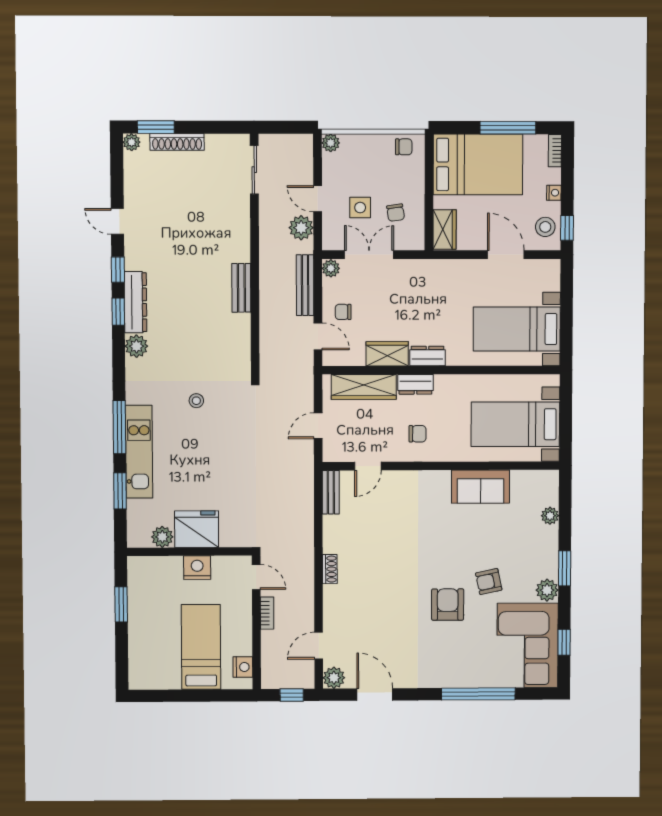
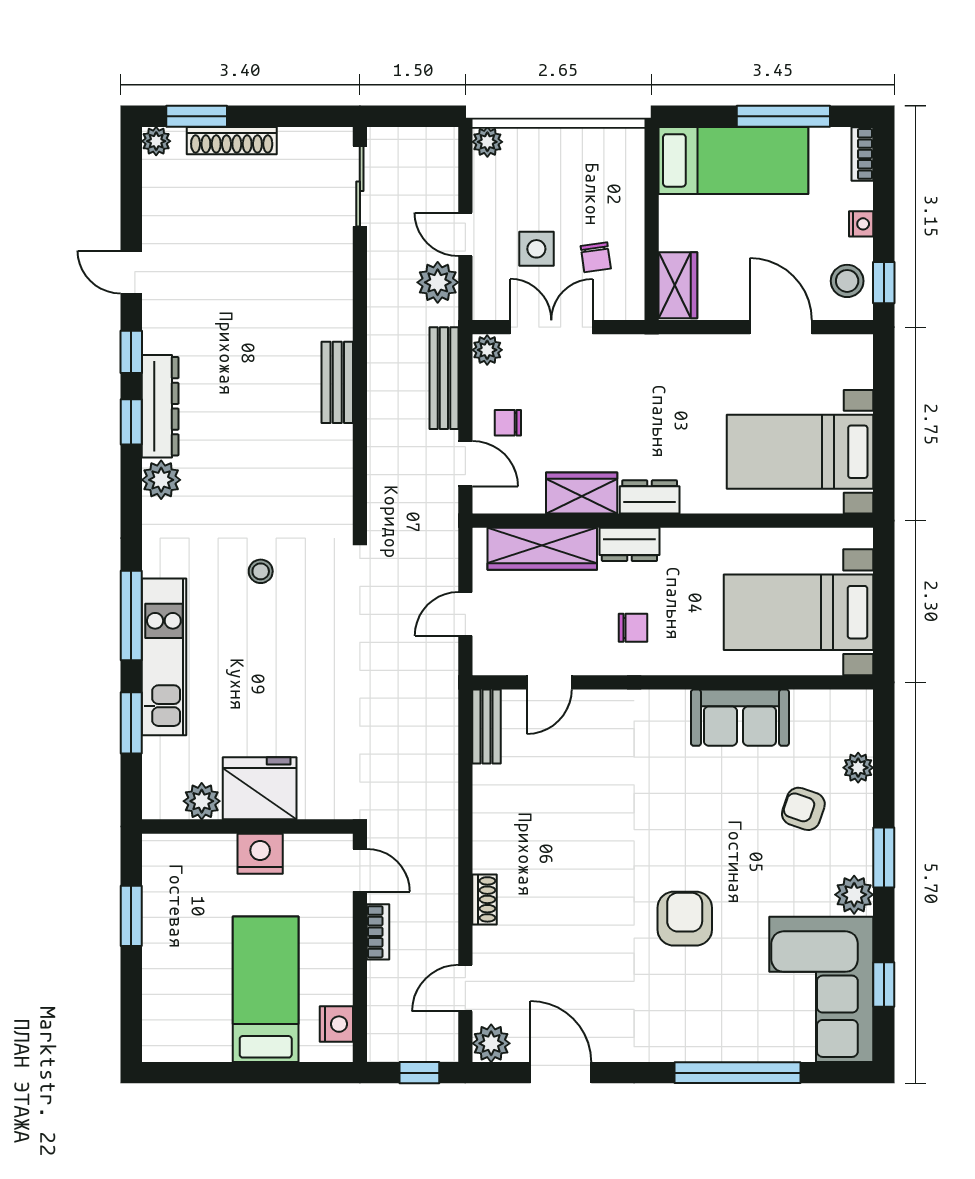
chair: (404, 147) -> (609, 148), removed
bed: (478, 164) -> (733, 160), width x0.67
shoe rack: (330, 569) -> (485, 899), moved
armchair: (489, 582) -> (803, 809), moved, turned 31

